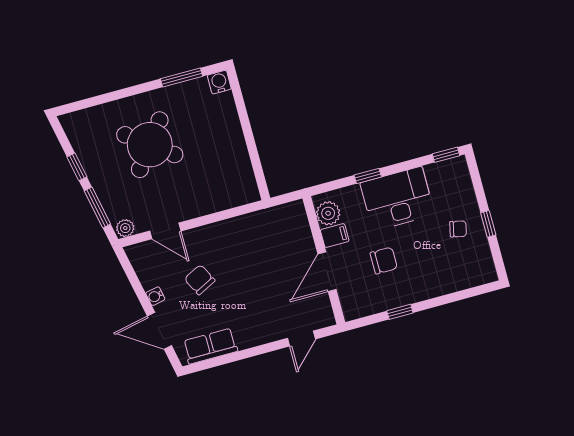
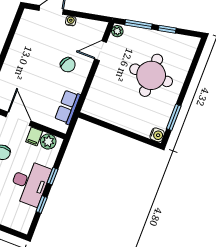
round table: (150, 145) -> (151, 75), turned -37
window: (446, 155) -> (42, 204), moved
chair: (200, 280) -> (68, 65), moved, turned 57
row of seats: (210, 346) -> (68, 107), moved, turned 180

